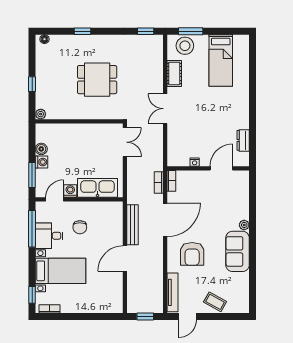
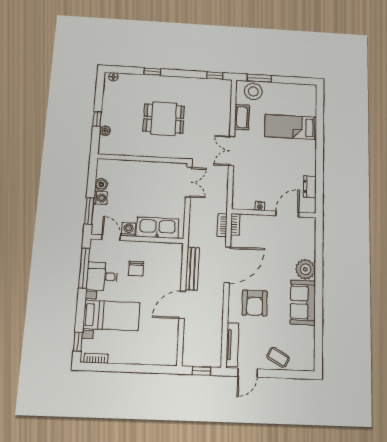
bed: (221, 60) -> (291, 127), moved, turned 90
plant: (41, 114) -> (105, 131), moved
door: (55, 199) -> (111, 238), hinge flipped
plant: (244, 225) -> (305, 269), width x1.87, depth x1.87

